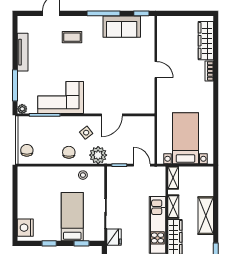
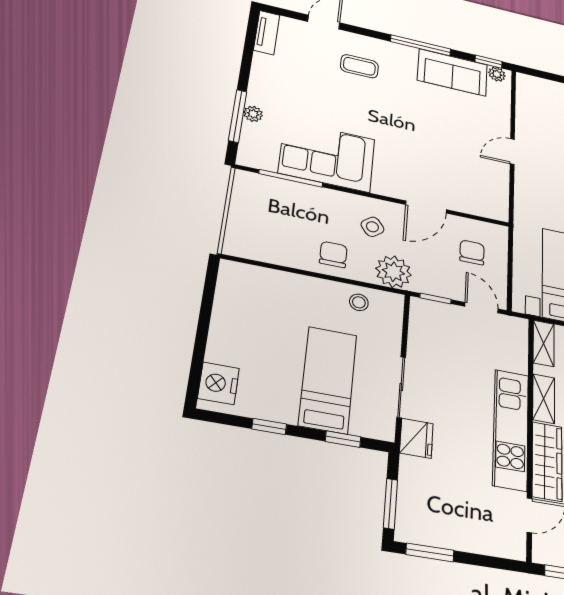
plant: (146, 21) -> (497, 74), added
tv unit: (23, 52) -> (267, 32), moved, width x0.71
door: (156, 70) -> (512, 152), swing flipped
plant: (22, 109) -> (253, 114), moved
chair: (27, 150) -> (472, 252), moved

